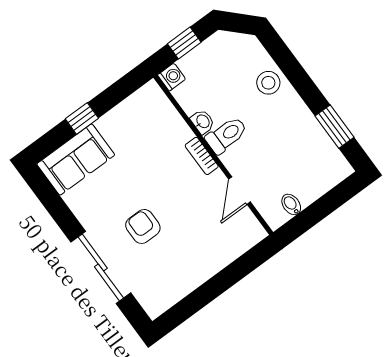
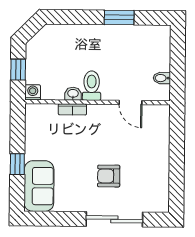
stool: (268, 83) -> (79, 37), removed
window: (334, 127) -> (119, 17), moved
bookcase: (202, 156) -> (72, 109), moved

